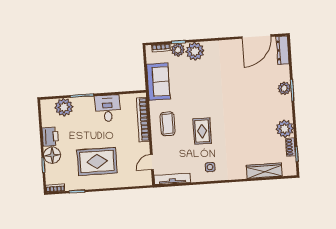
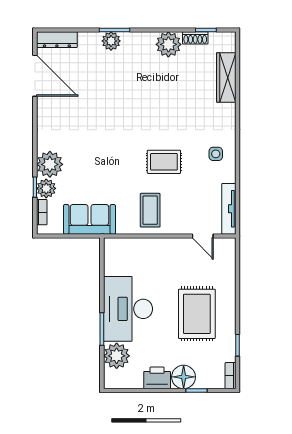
desk: (108, 108) -> (128, 309), width x1.87, depth x1.30
bookcase: (143, 119) -> (142, 245), removed
coffee table: (168, 124) -> (150, 210), turned 90

